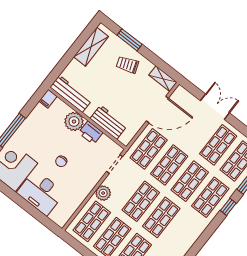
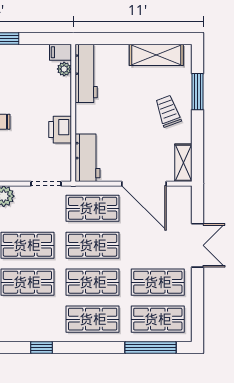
plant: (74, 121) -> (64, 69), moved, width x0.53, depth x0.53
workbench: (109, 122) -> (87, 158), moved
window: (228, 207) -> (41, 348), moved

